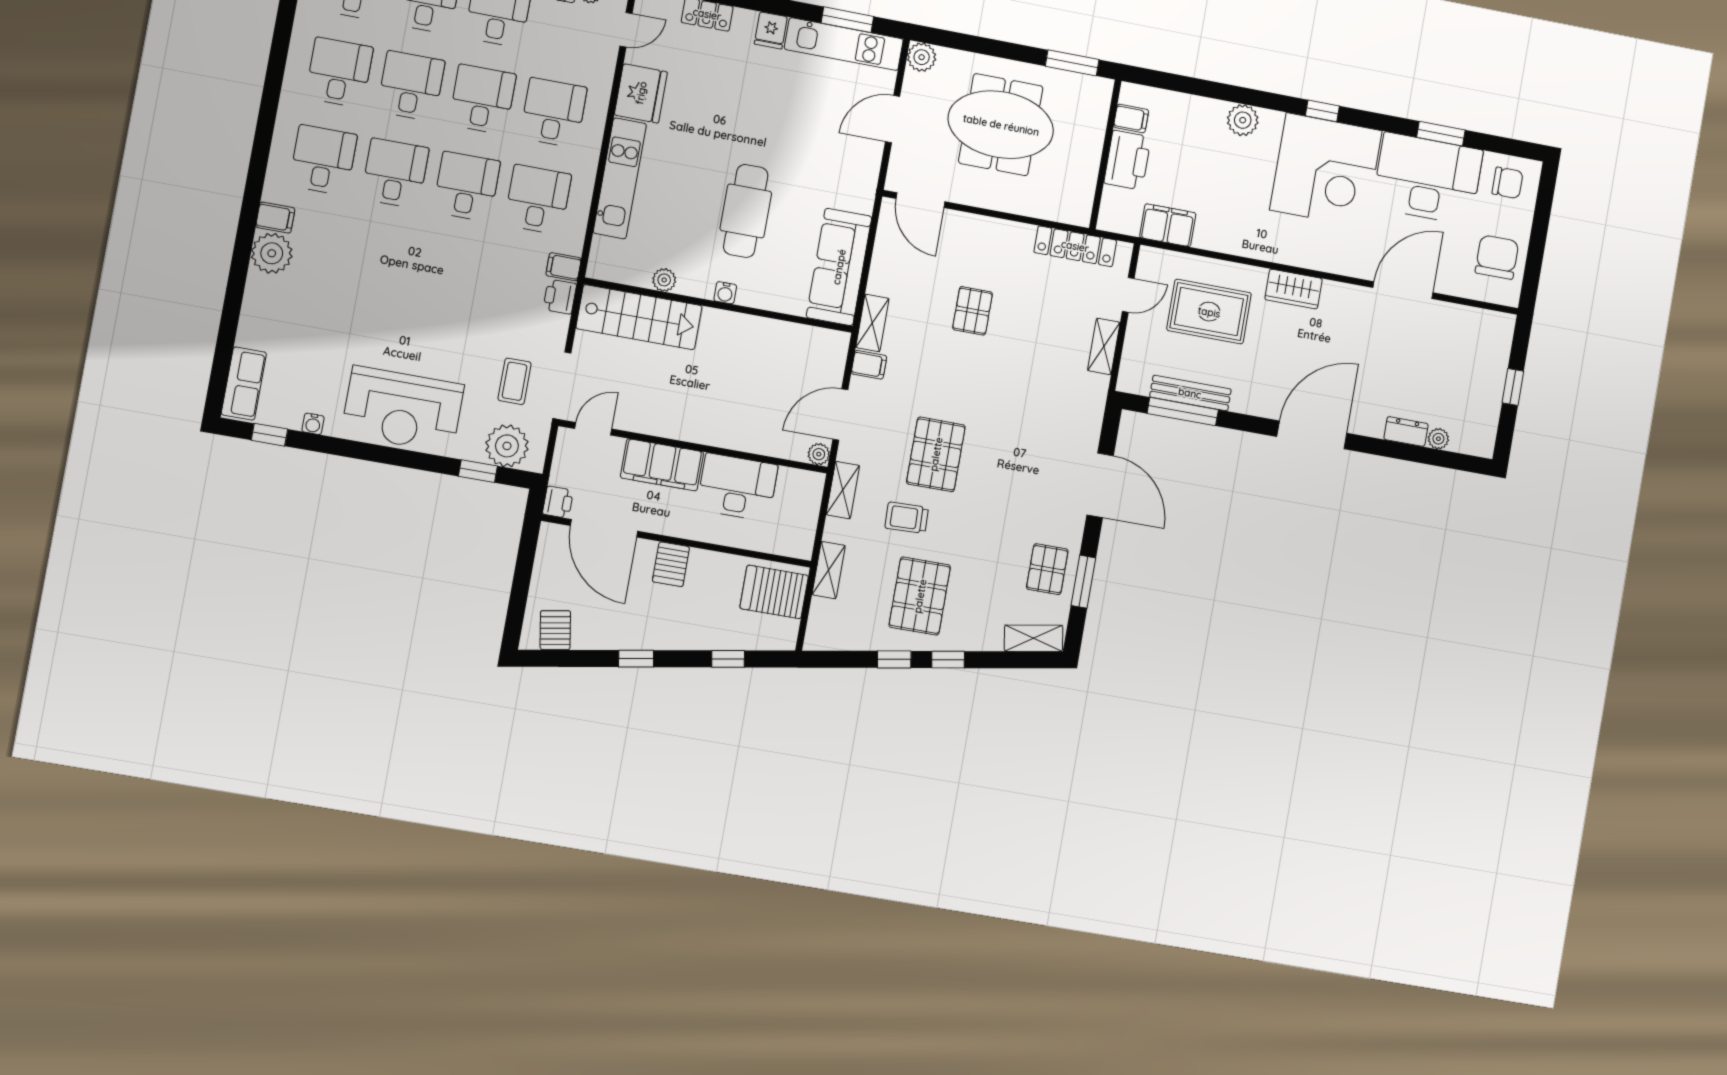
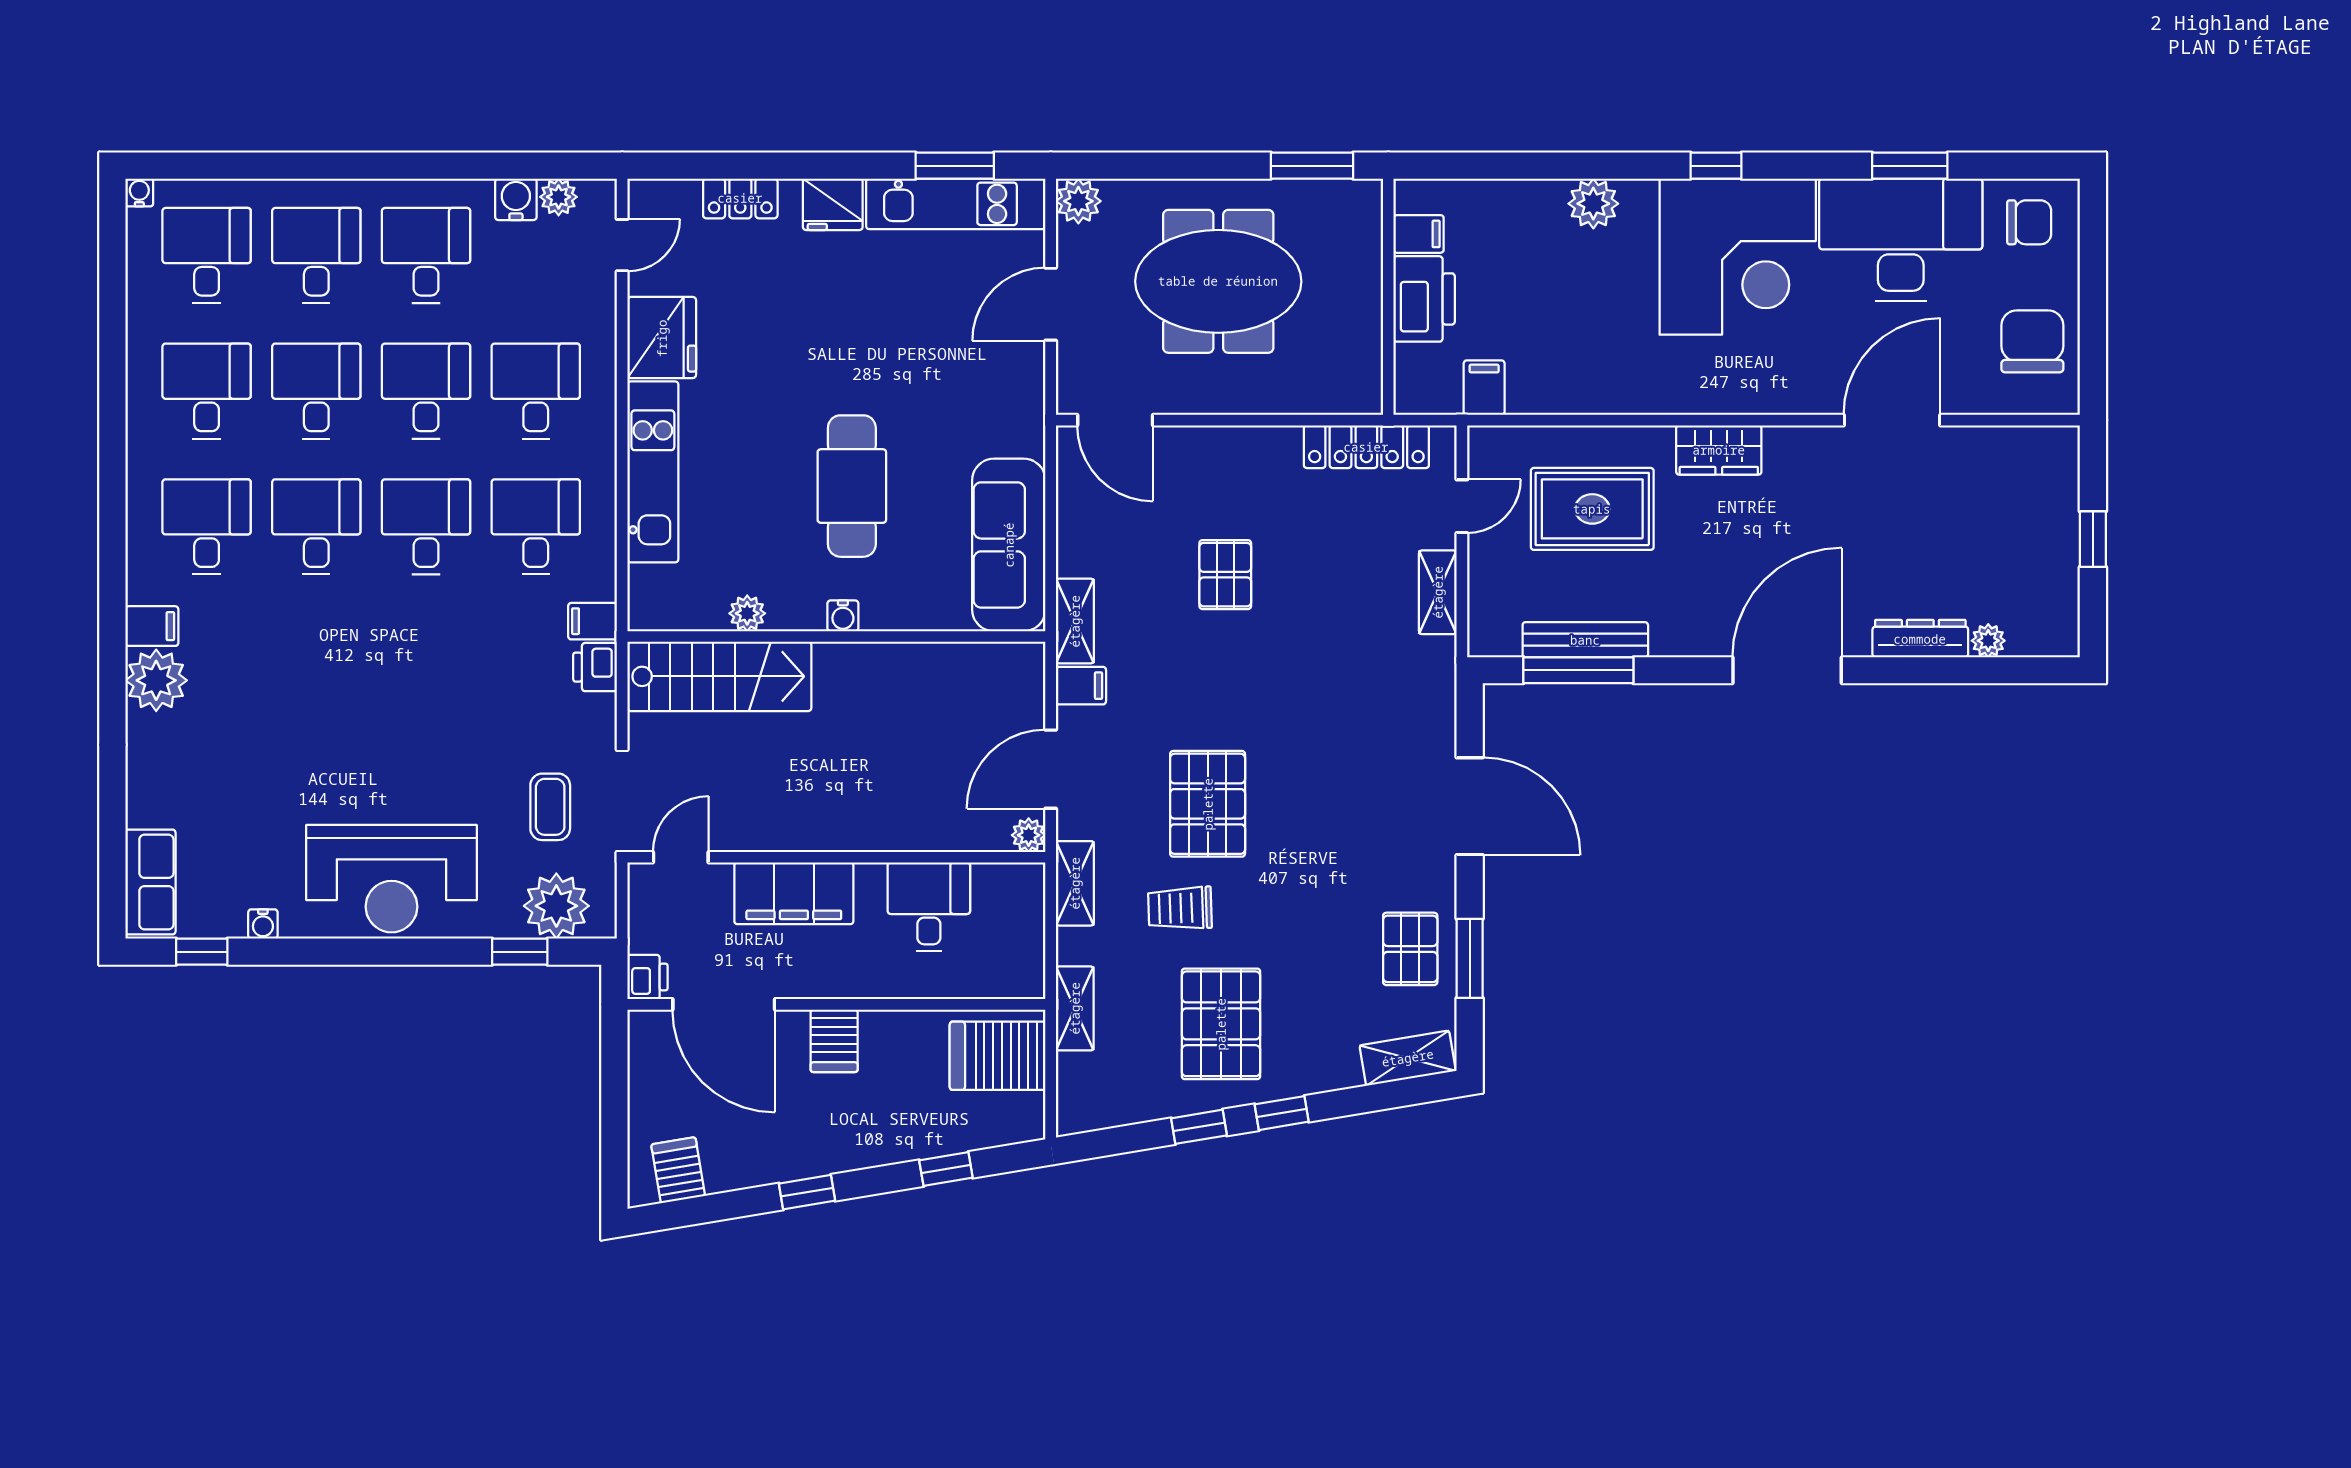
fridge: (771, 30) -> (833, 204), width x1.38
filing cabinet: (1168, 225) -> (1484, 388), width x0.50
dresser: (1406, 431) -> (1920, 639), width x1.44
desk: (737, 487) -> (929, 907), width x0.73

